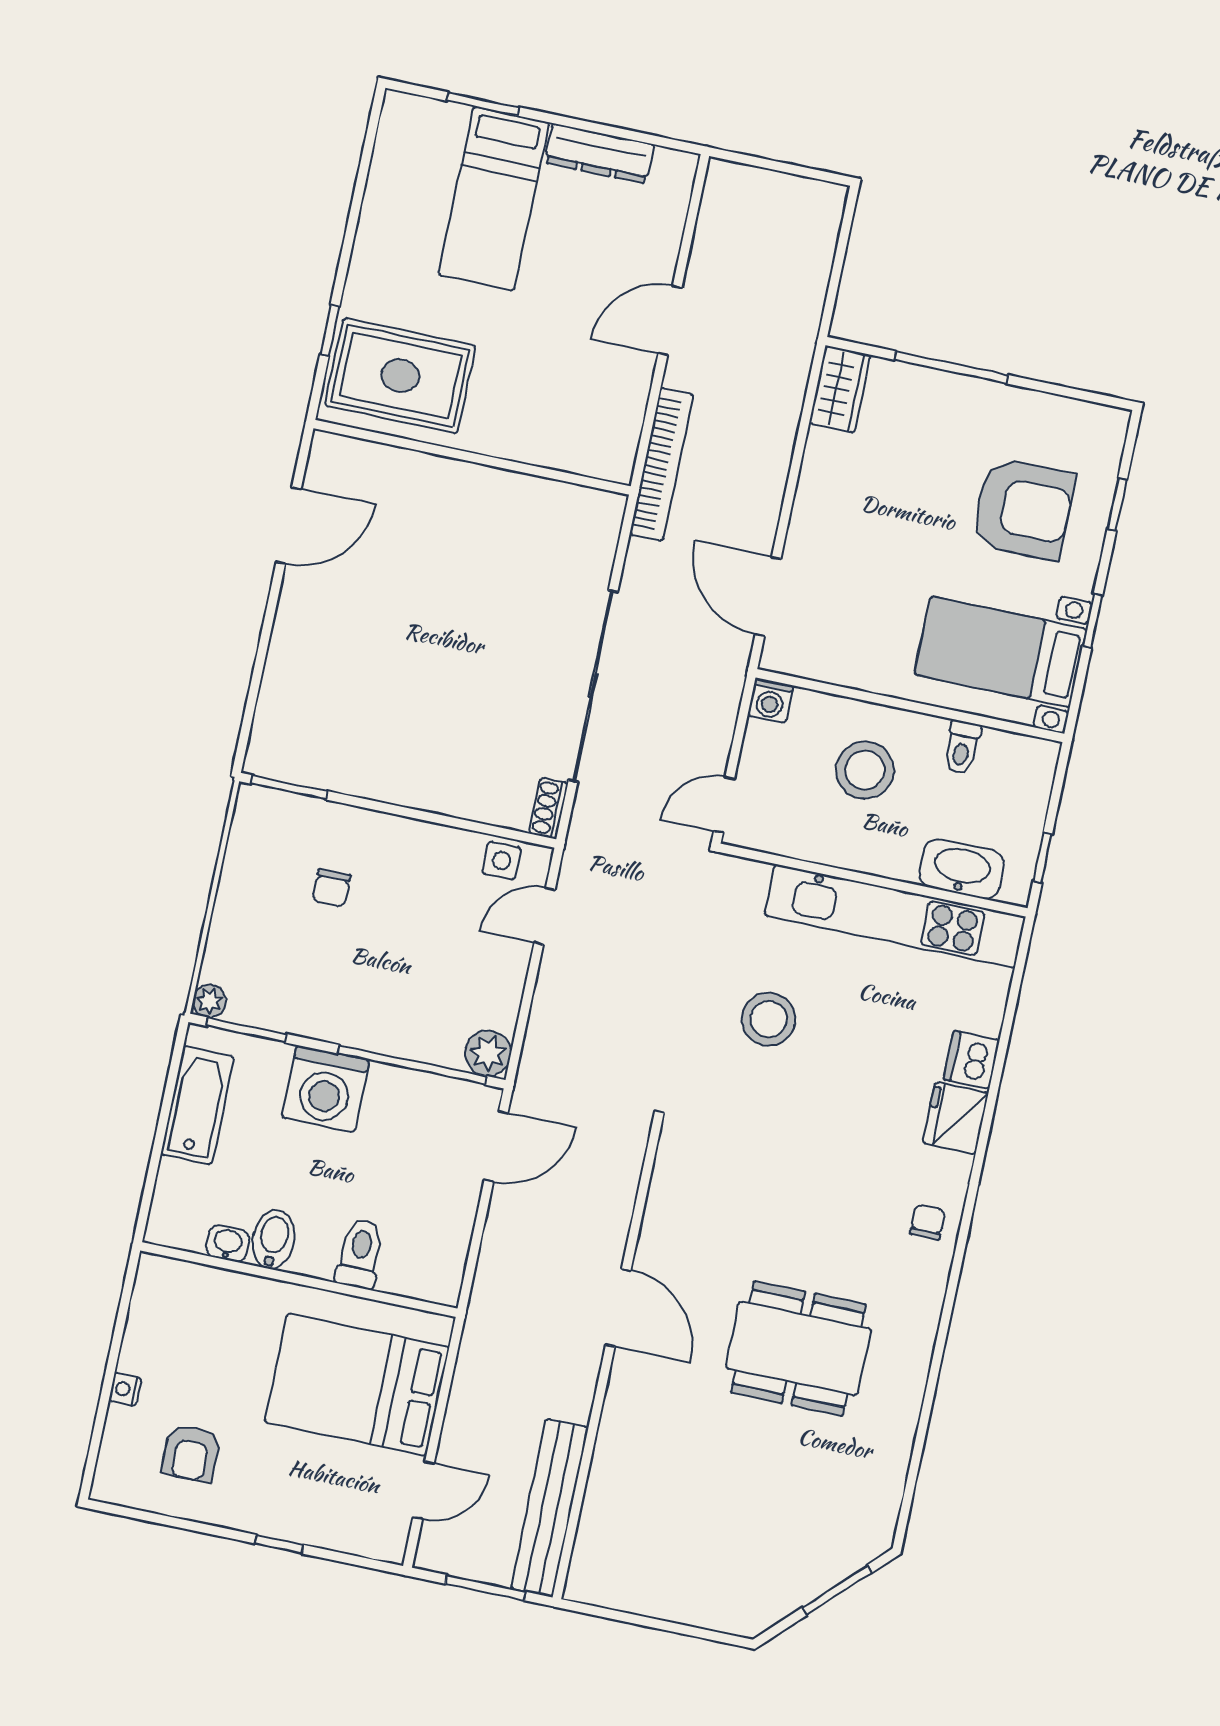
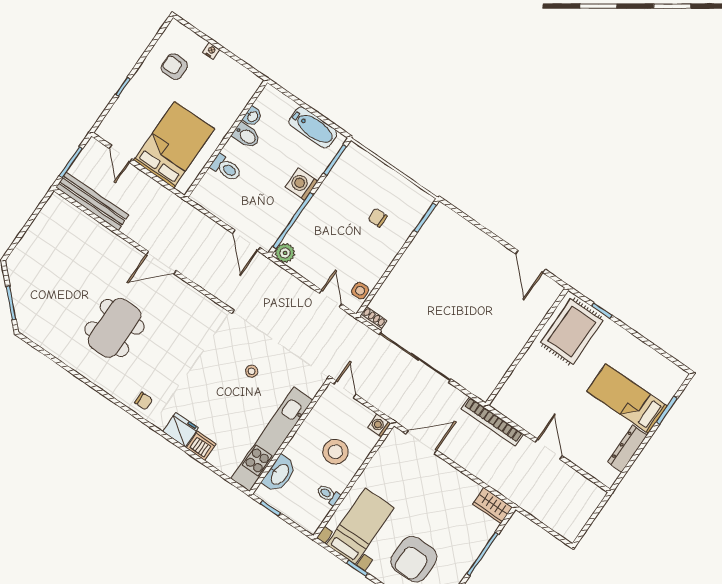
plant: (210, 1001) -> (353, 150), removed
stool: (769, 1019) -> (252, 371), width x0.53, depth x0.53
washing machine: (326, 1089) -> (302, 184), width x0.73, depth x0.73

